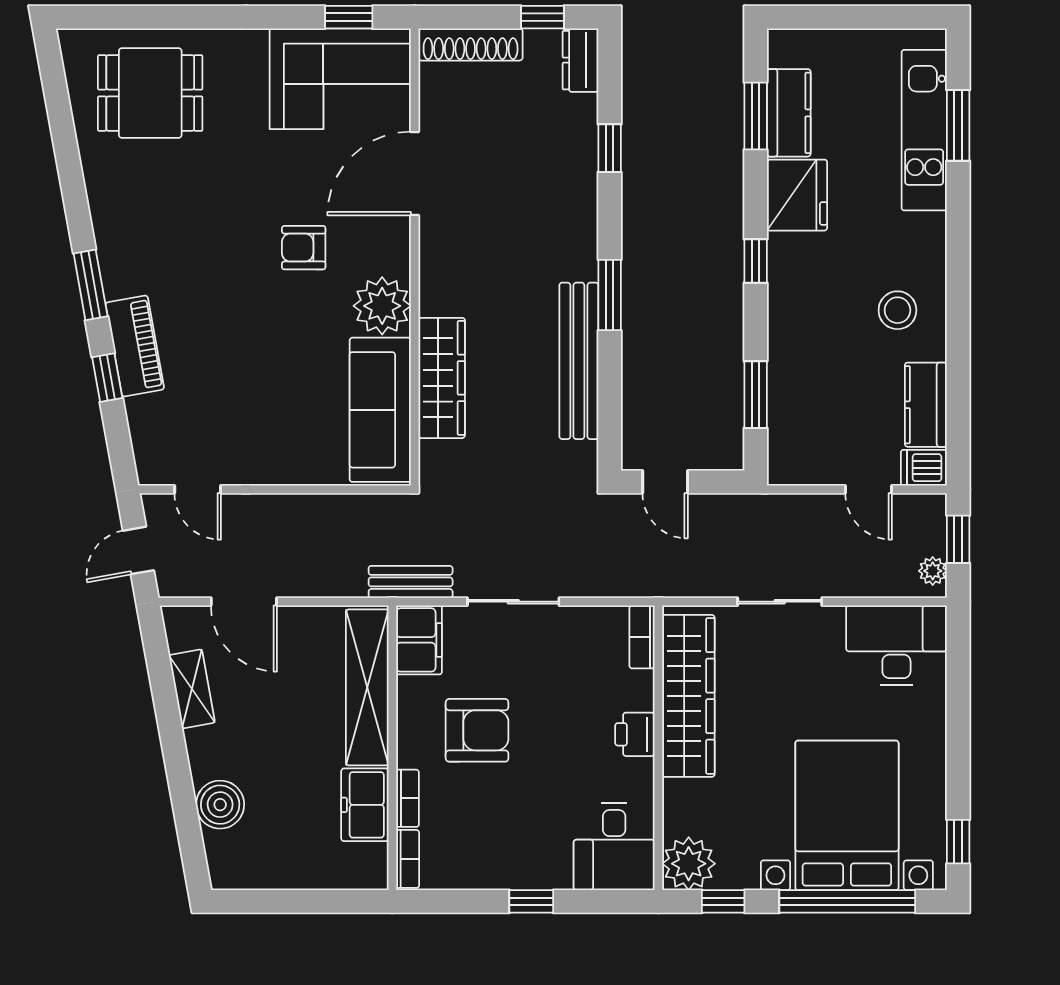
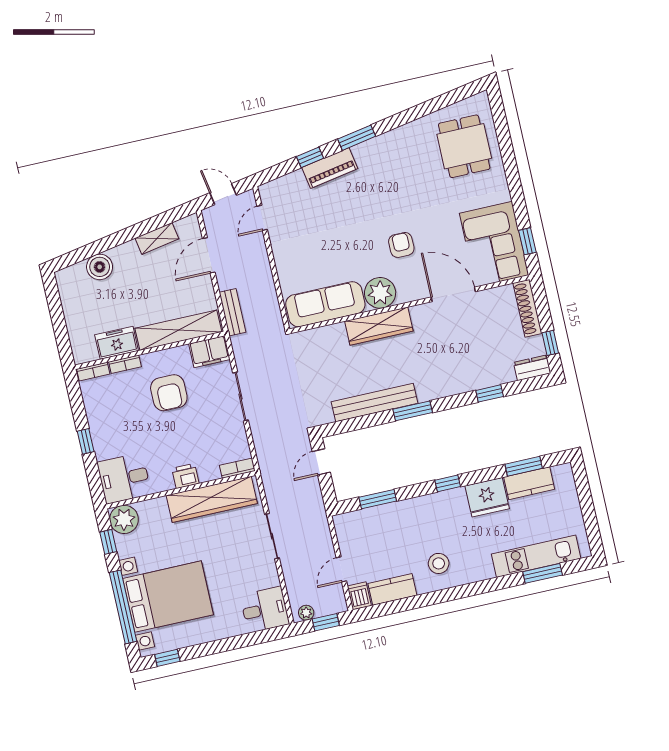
wardrobe: (442, 378) -> (379, 326), moved
bench: (411, 582) -> (232, 312), moved
desk: (896, 645) -> (265, 610), width x0.73

